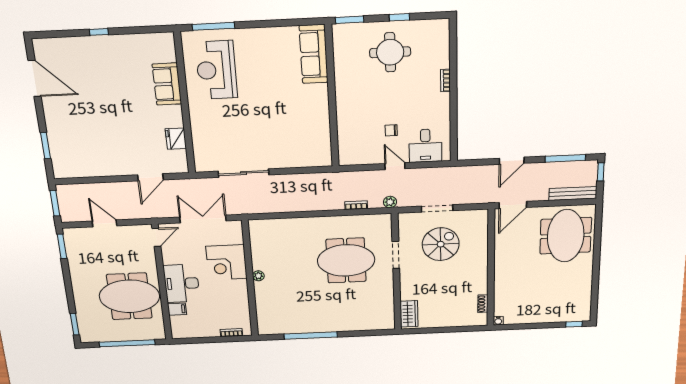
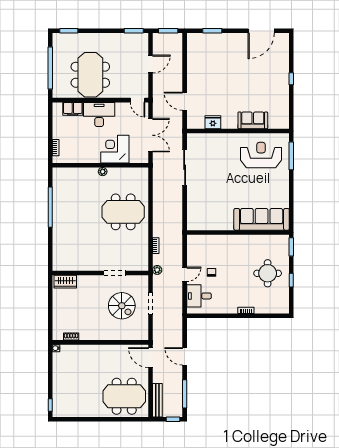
sofa: (314, 54) -> (262, 219), width x1.36, depth x1.27
meeting table: (346, 260) -> (123, 212), moved, turned 90
filing cabinet: (177, 309) -> (73, 109), width x2.00

